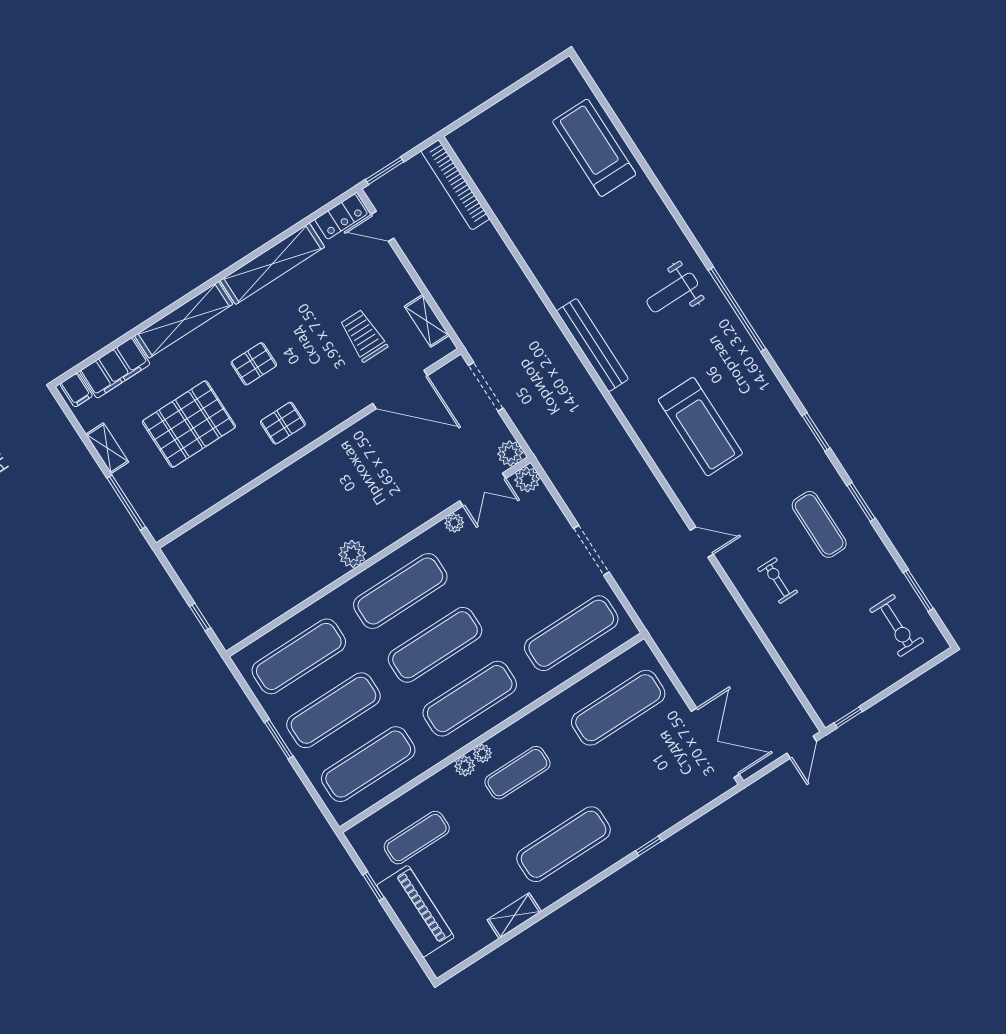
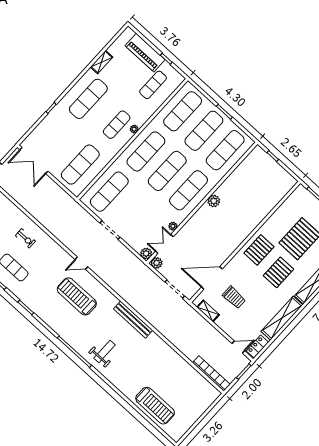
pallet: (254, 364) -> (278, 272), width x1.50, depth x1.42
pallet: (283, 423) -> (259, 250), width x1.50, depth x1.42
door: (702, 542) -> (81, 263), moved
plant: (465, 766) -> (140, 122), removed

